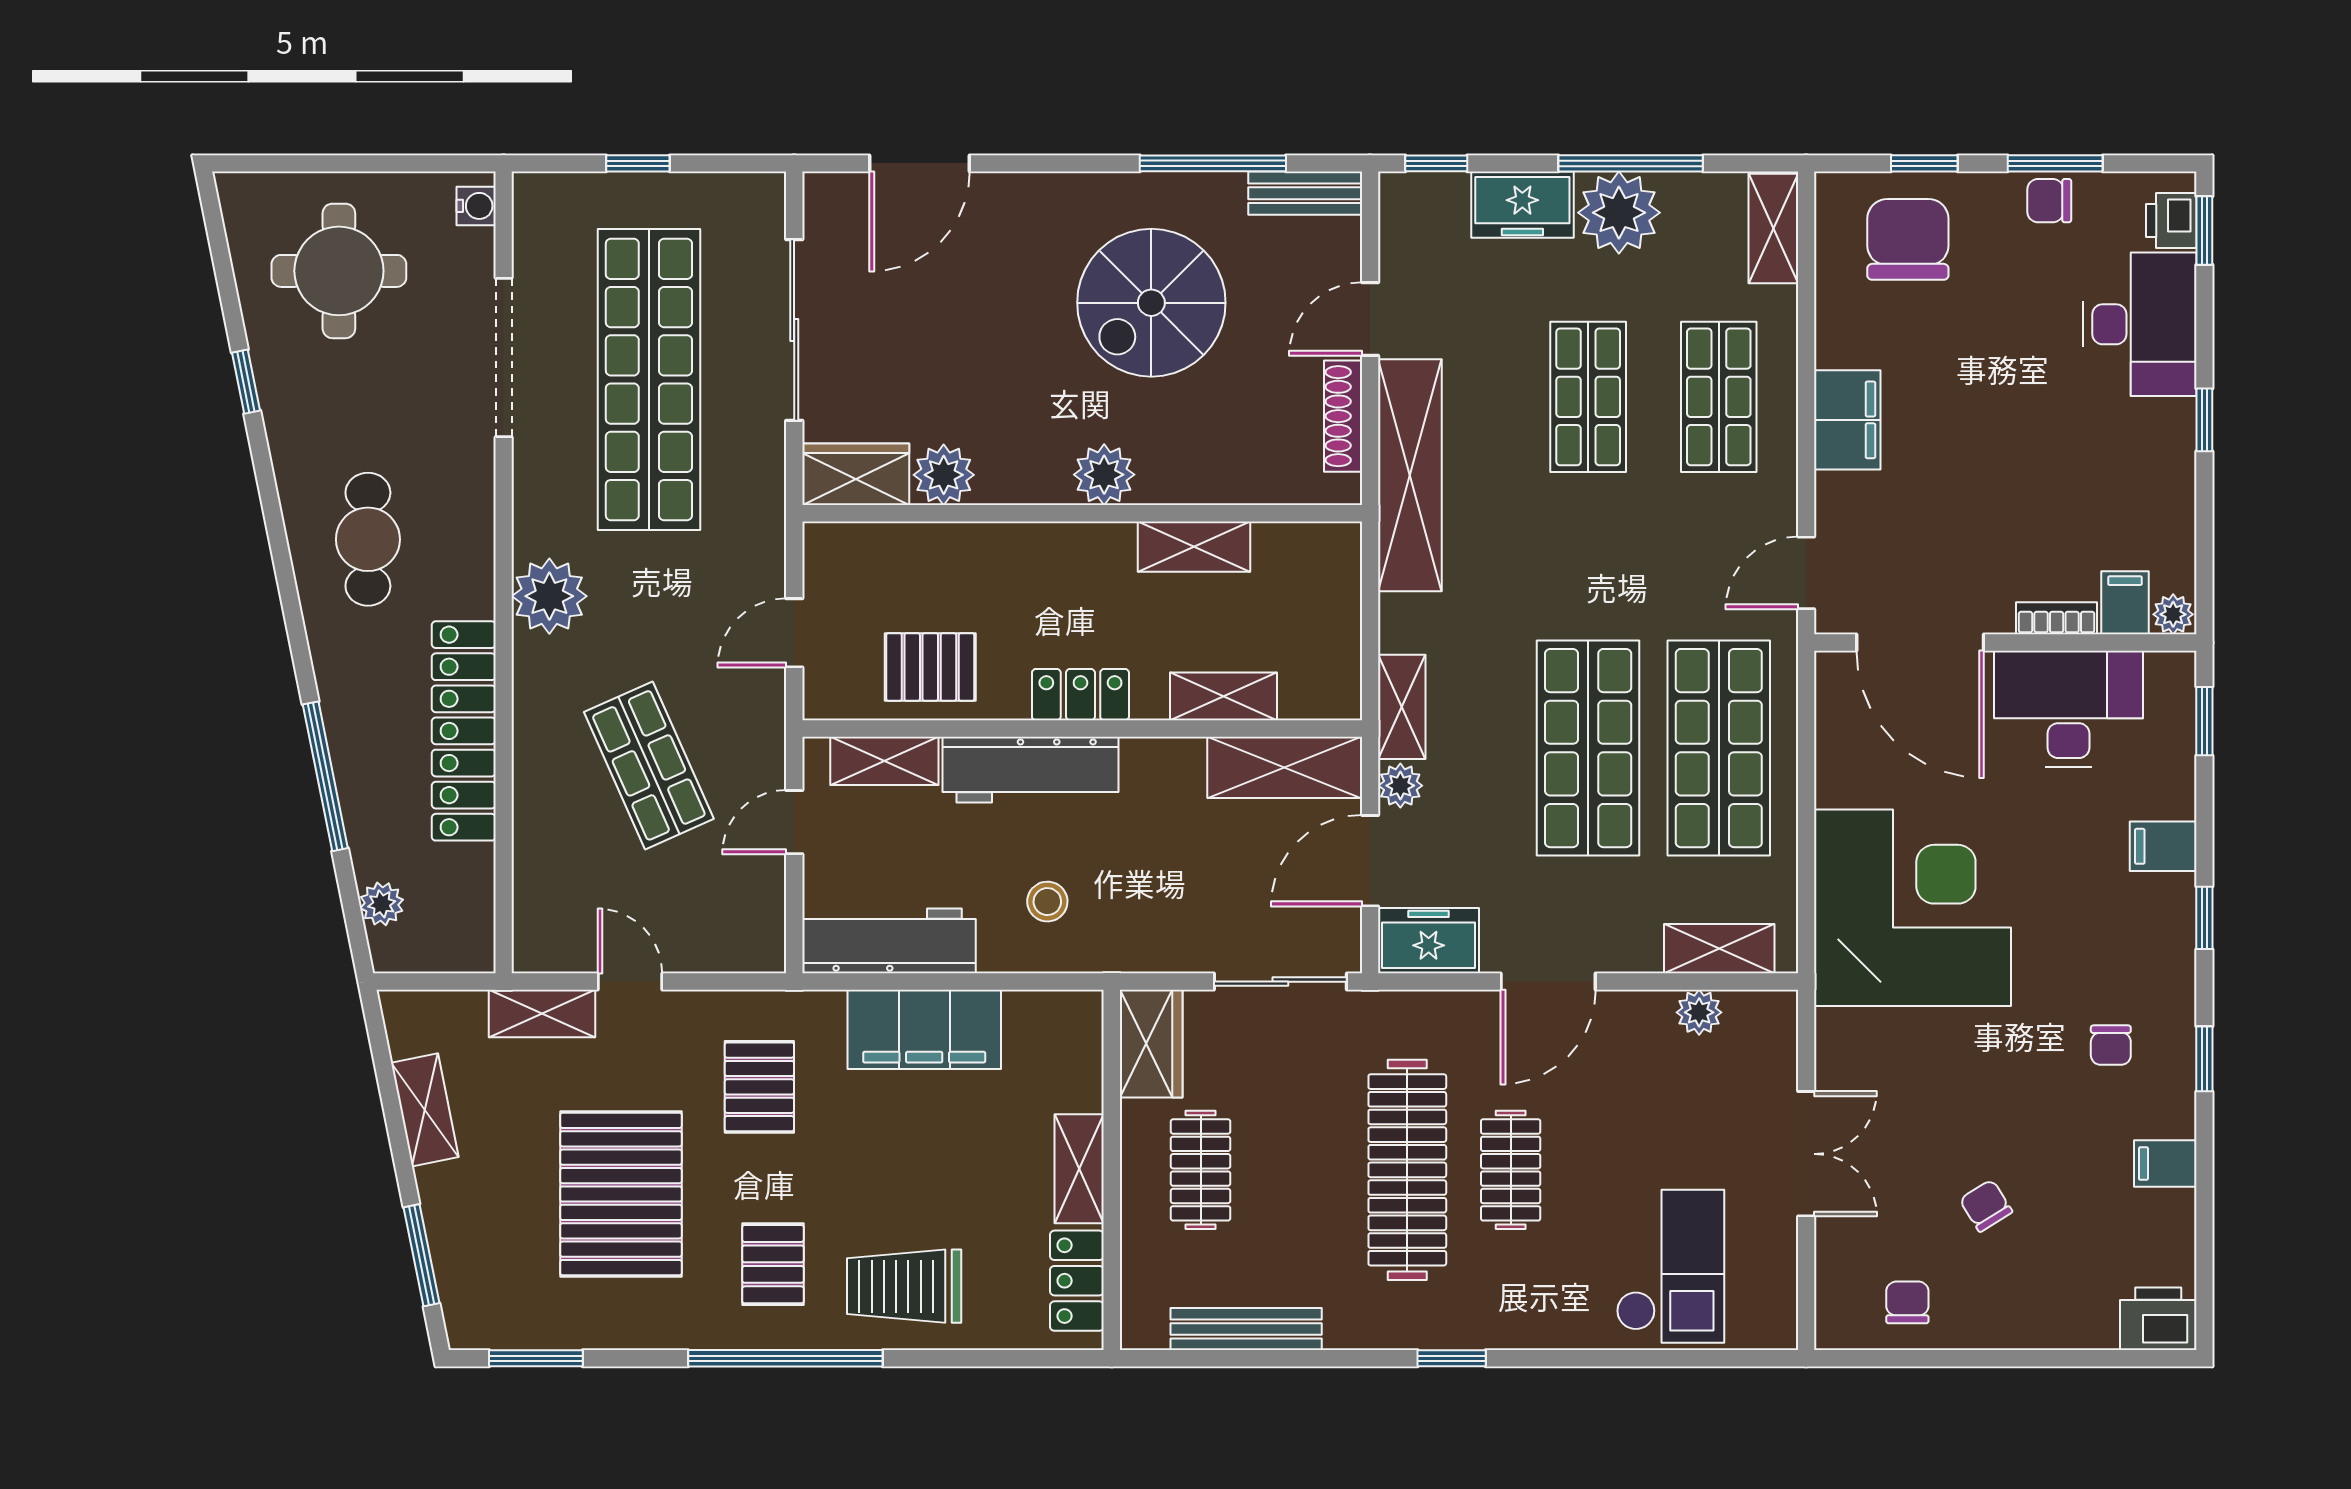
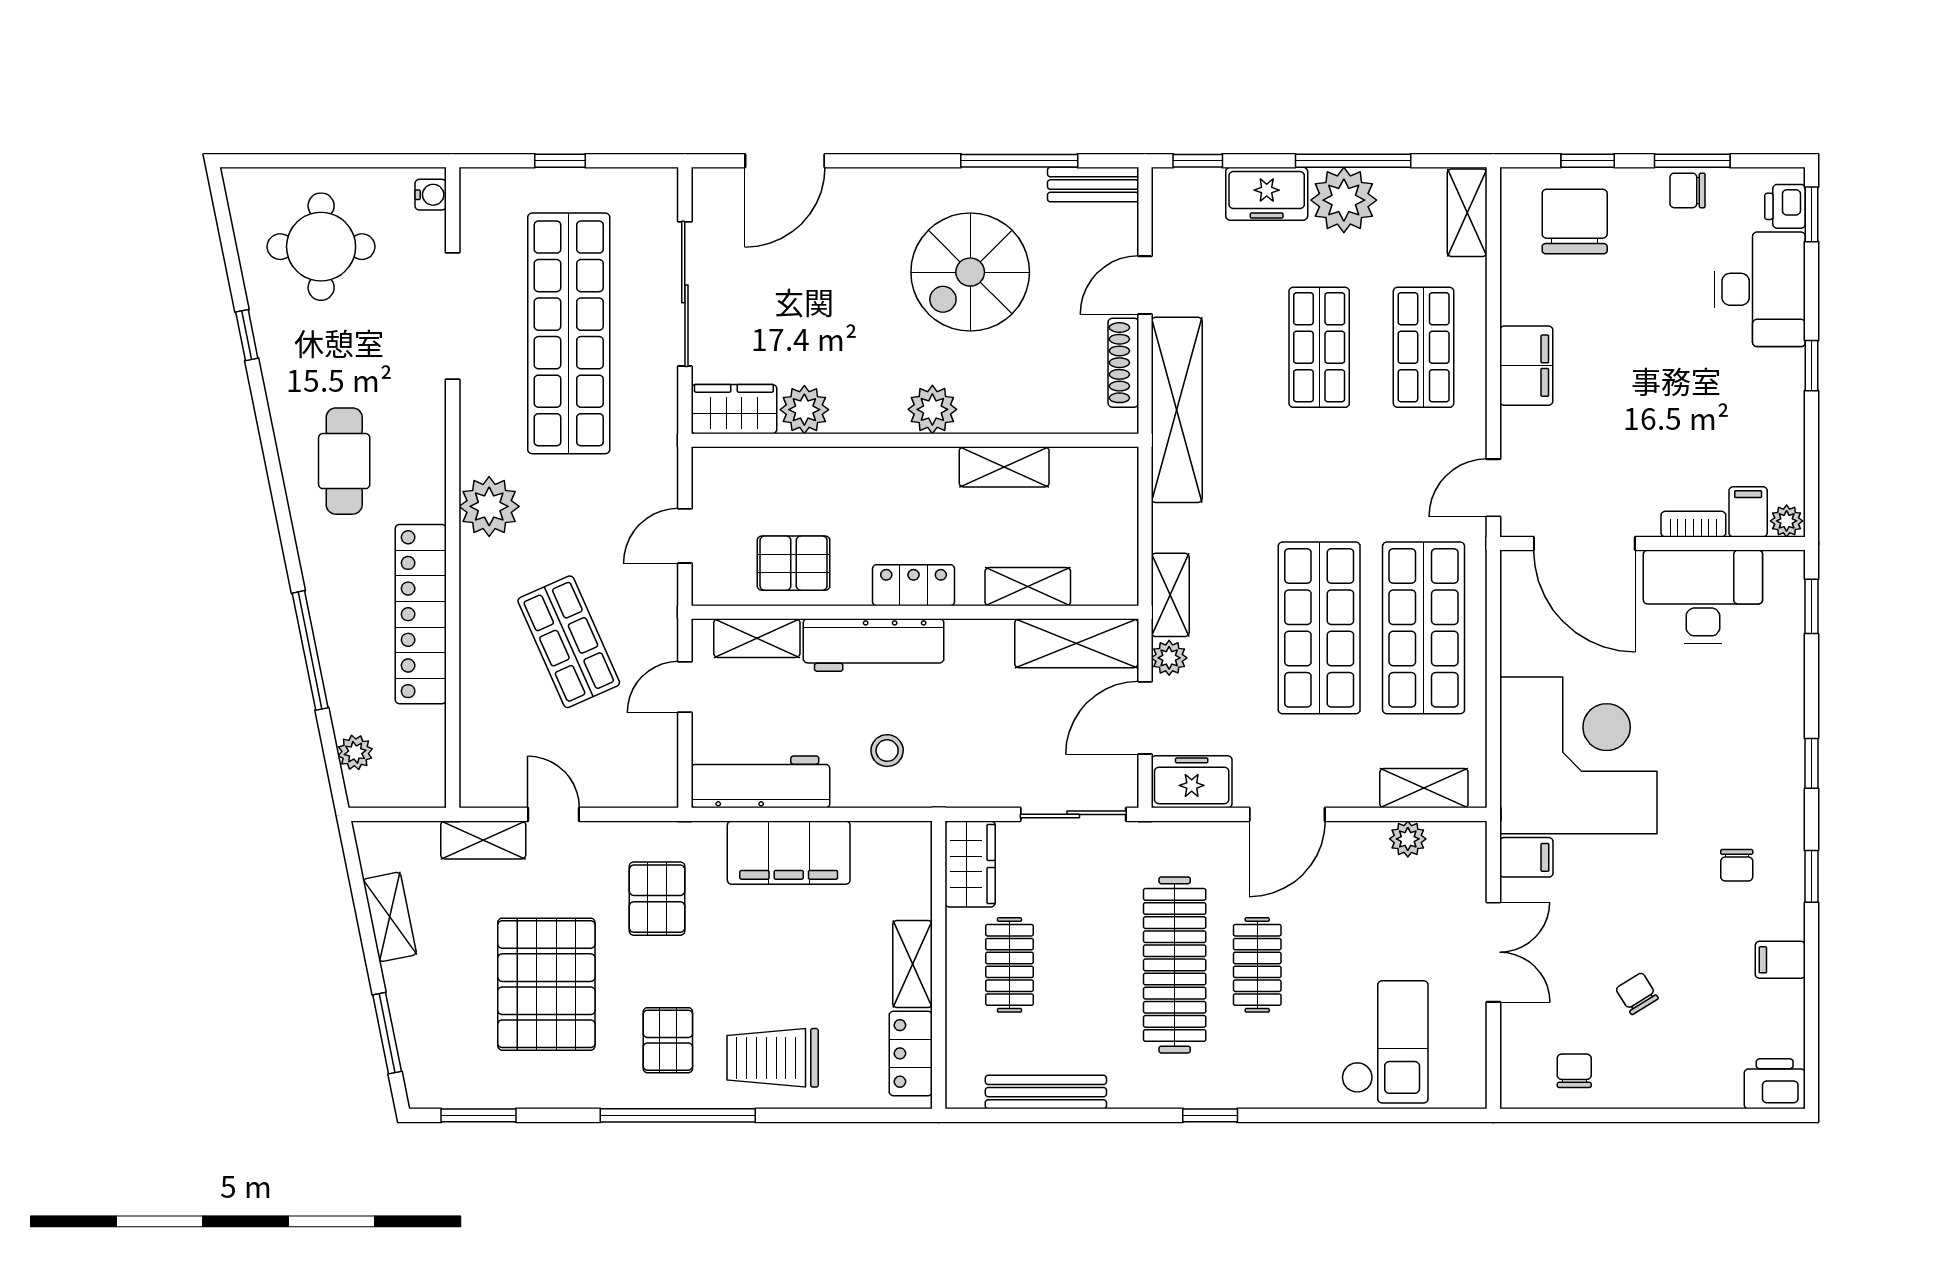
filing cabinet: (2163, 846) -> (1526, 857), moved, turned 180

